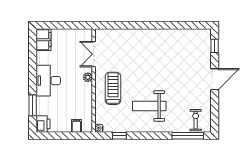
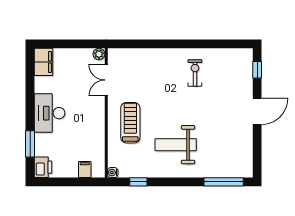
plant: (88, 77) -> (99, 54), moved
exercise bike: (196, 120) -> (195, 73), moved

